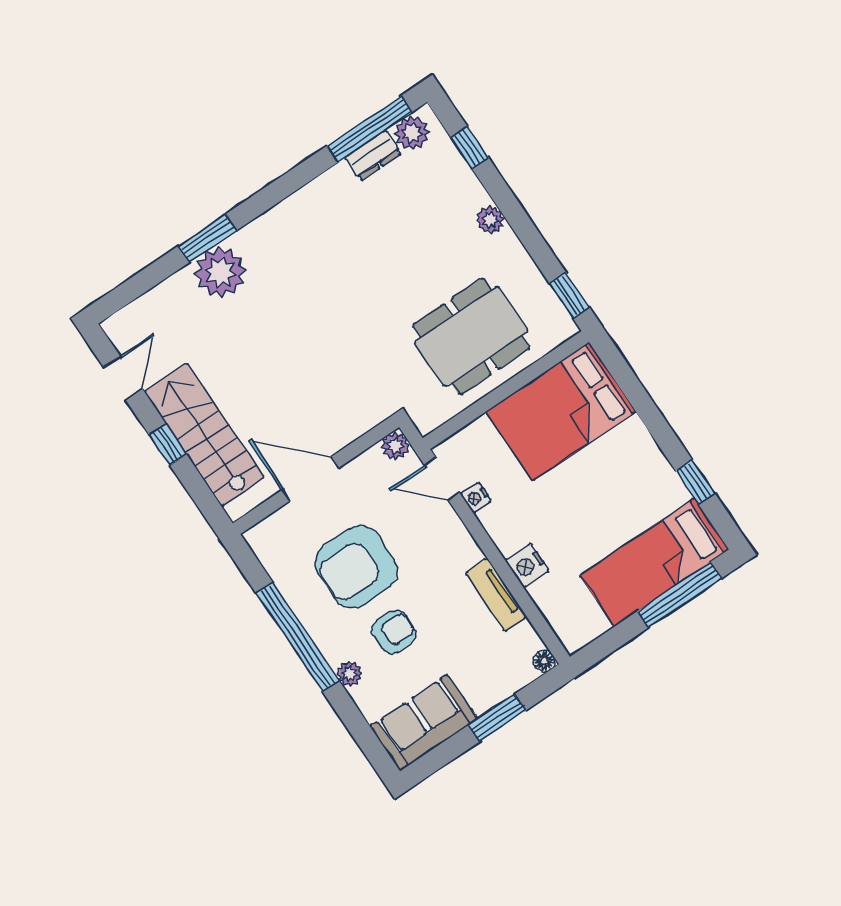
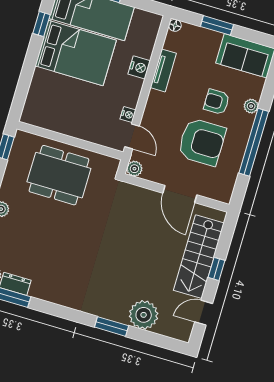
plant: (220, 272) -> (144, 315), moved
bed: (561, 411) -> (76, 53), moved

